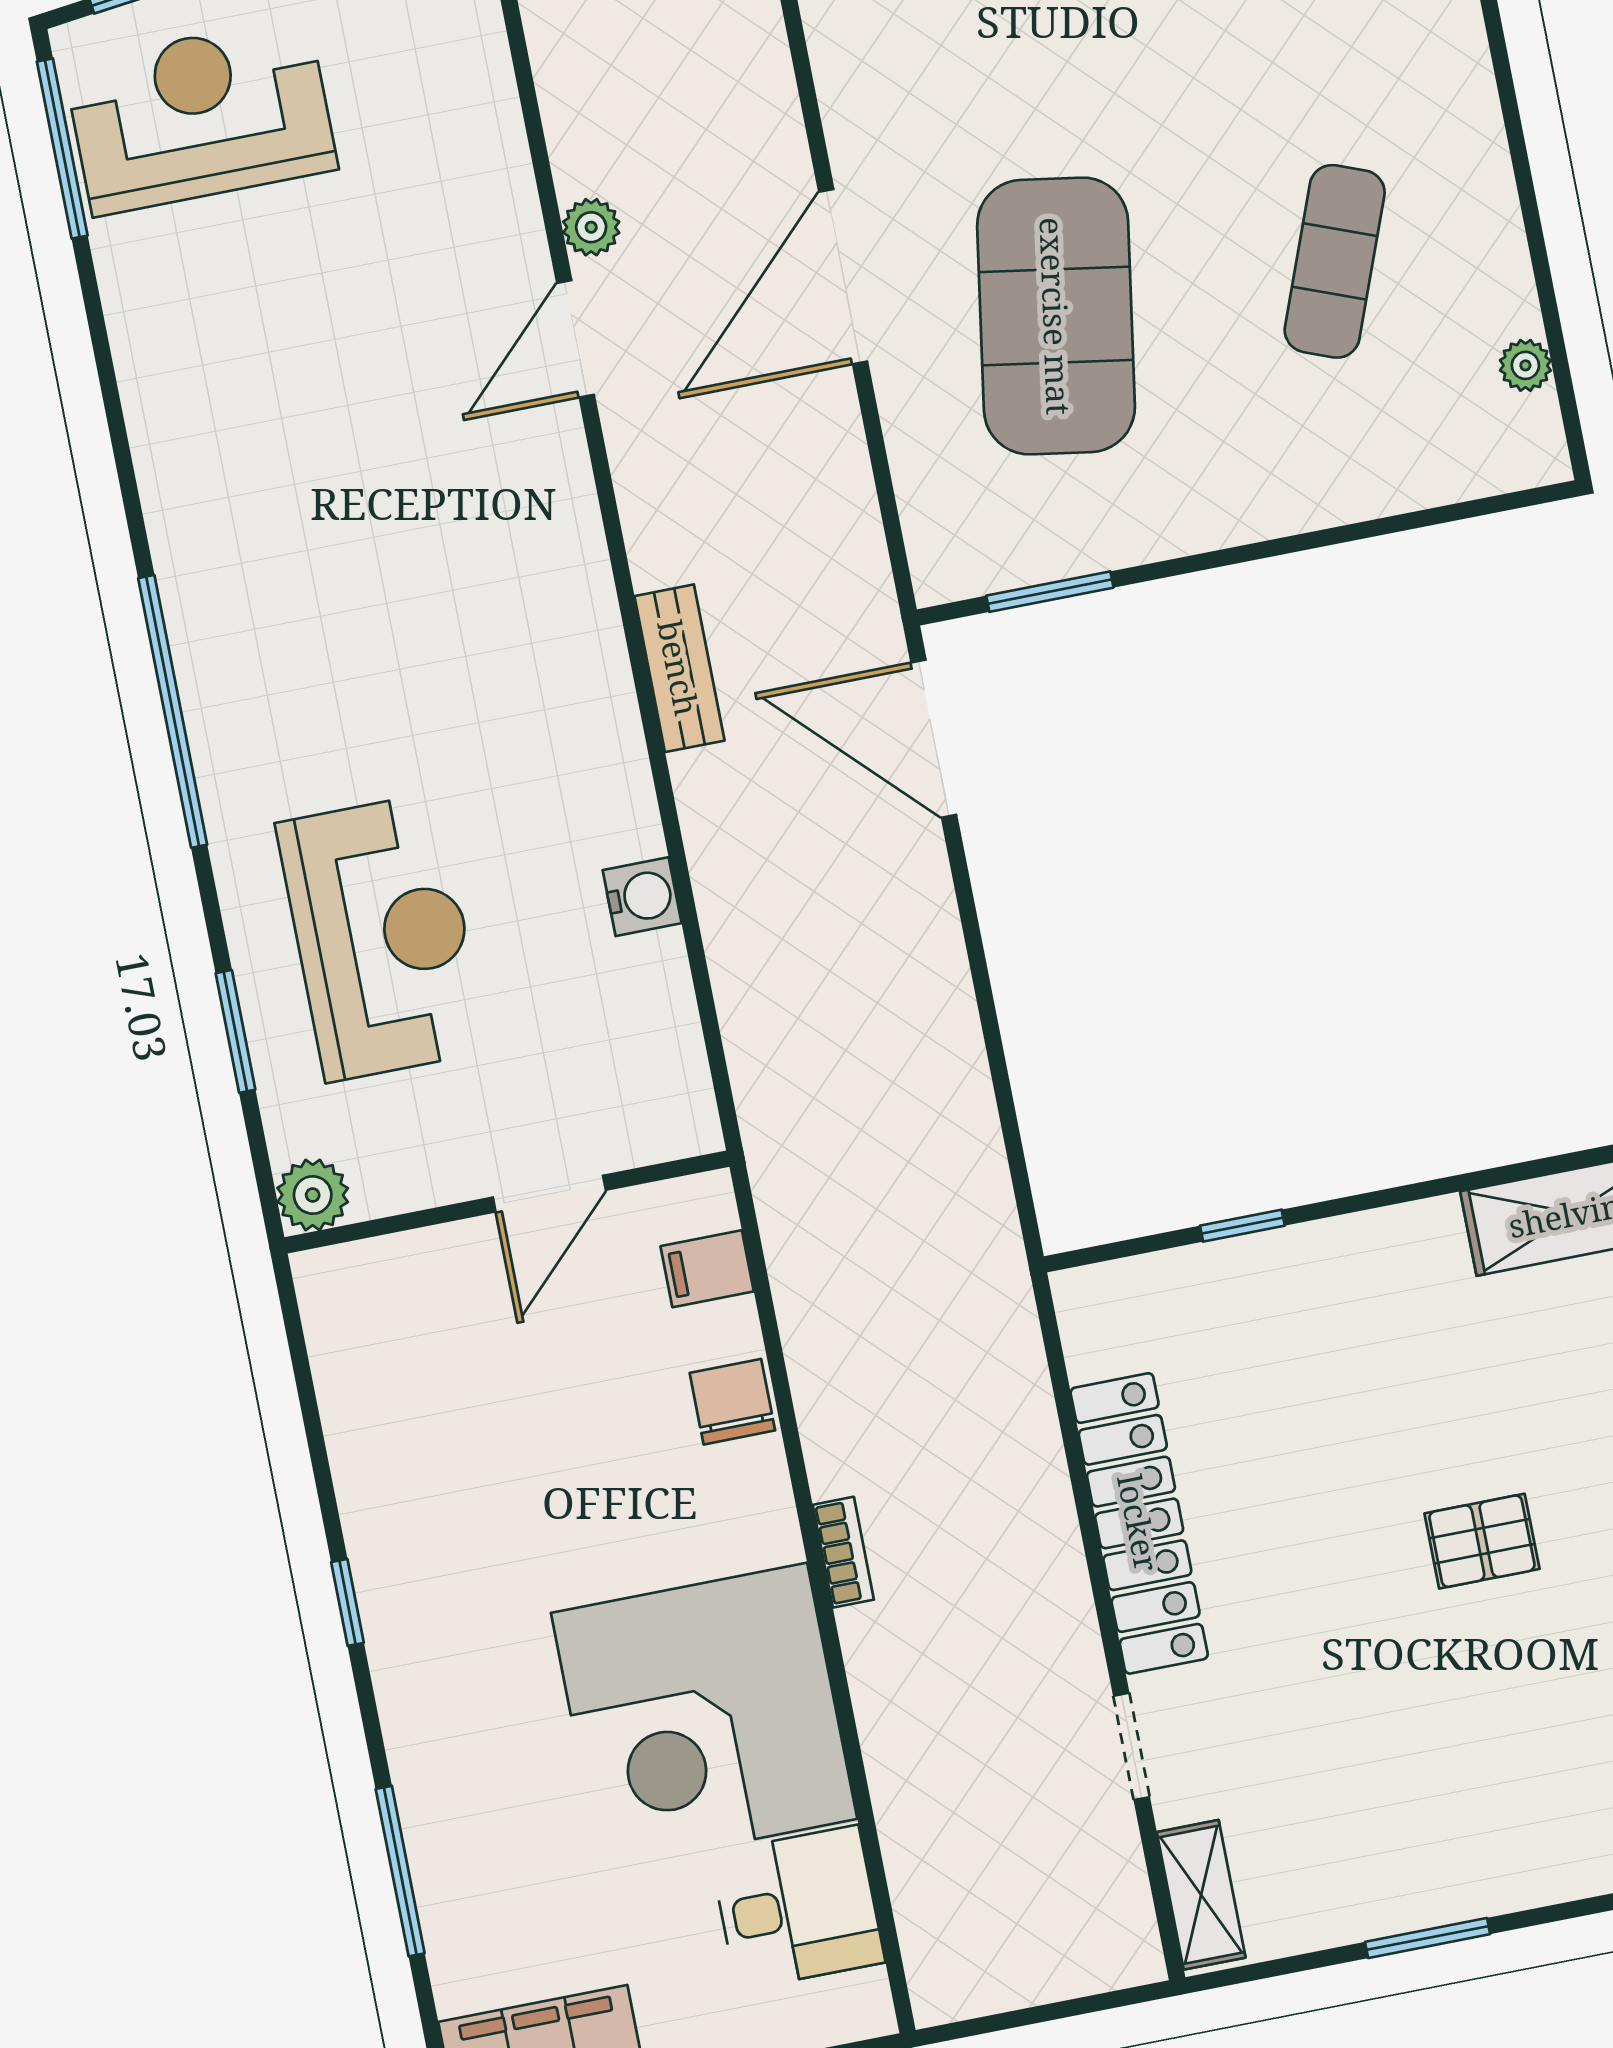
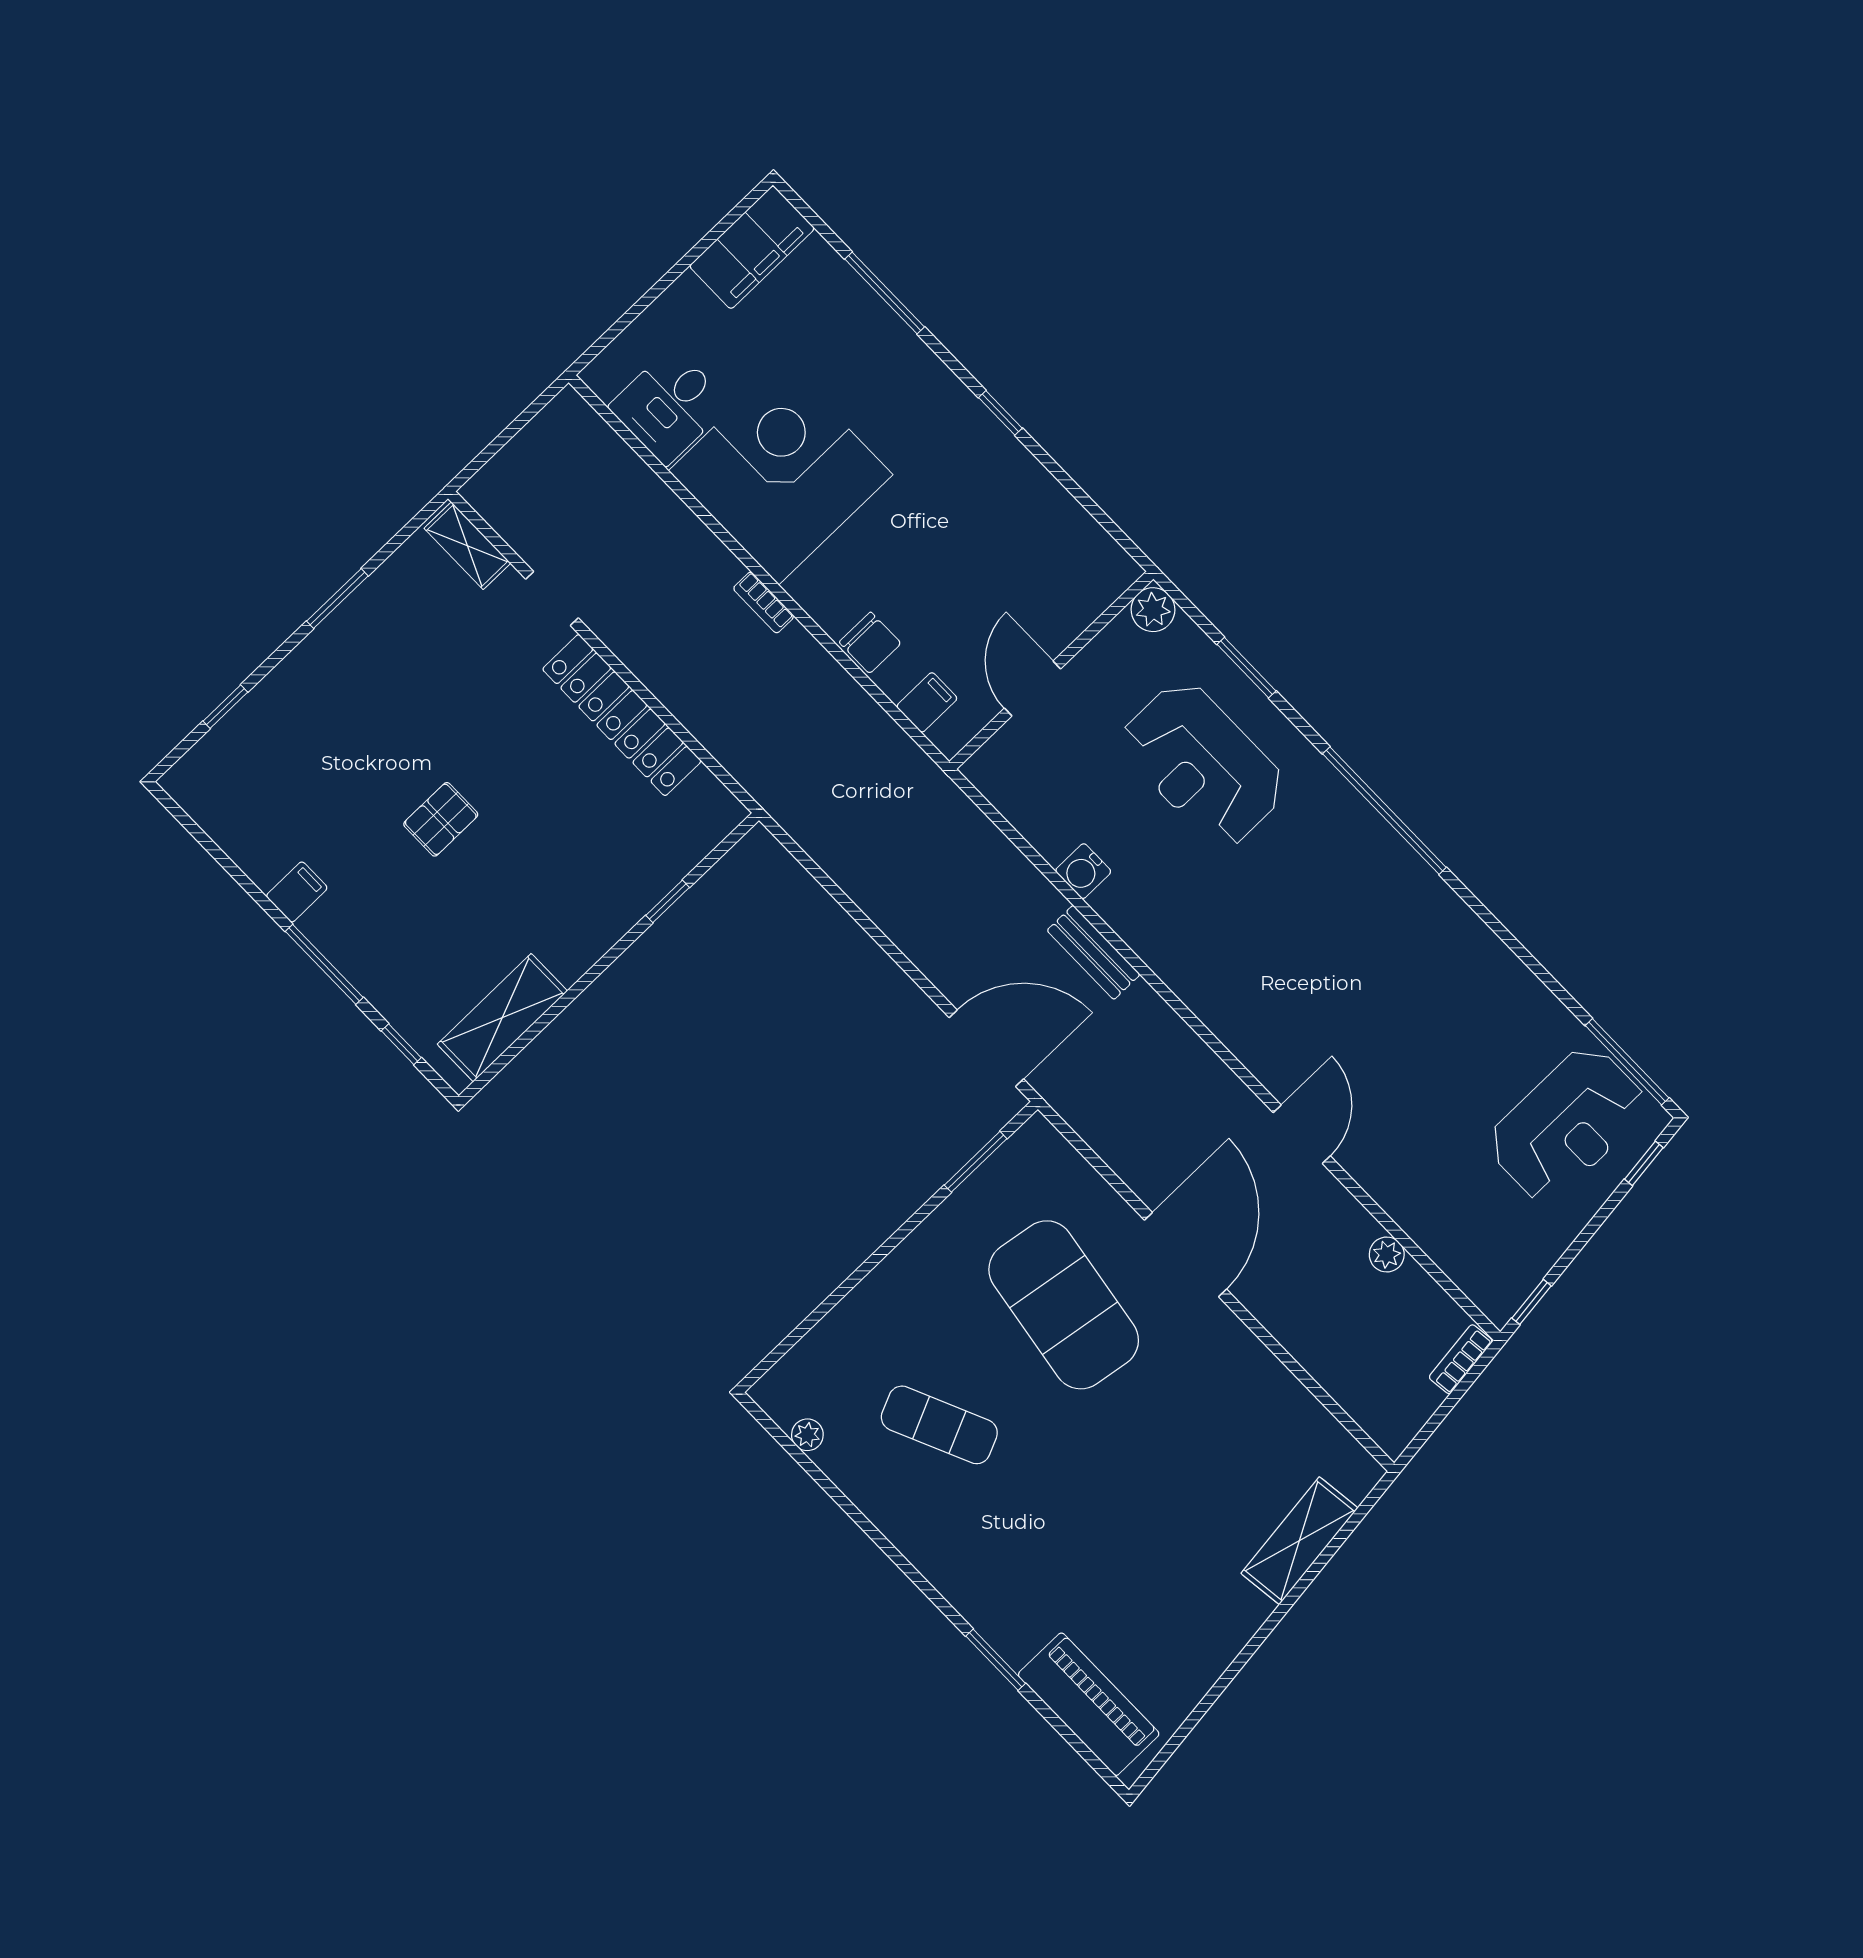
plant: (591, 227) -> (1387, 1255), moved
exercise mat: (1335, 261) -> (939, 1425), turned -45
bench: (679, 668) -> (1094, 952), moved

